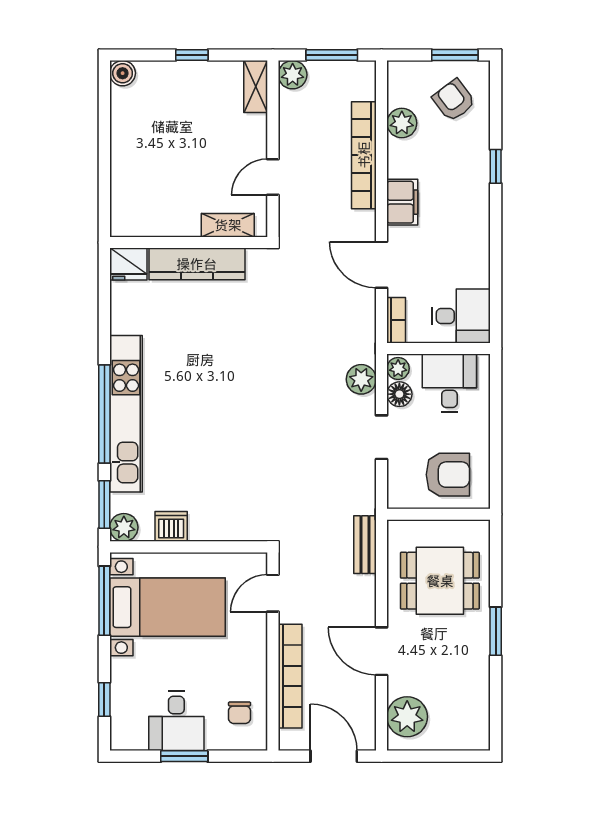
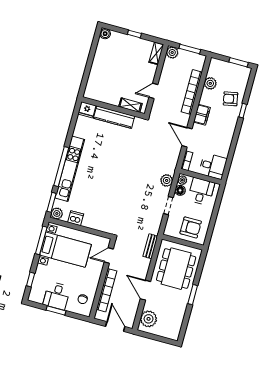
armchair: (454, 100) -> (230, 99), moved, turned -64
dining table: (440, 581) -> (176, 269), width x1.38

